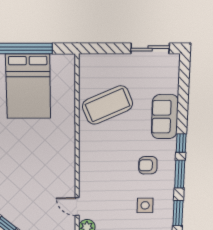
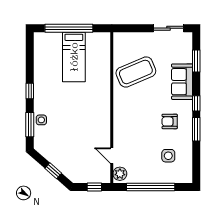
bed: (28, 86) -> (74, 57), width x0.67
window: (178, 213) -> (196, 61), moved

